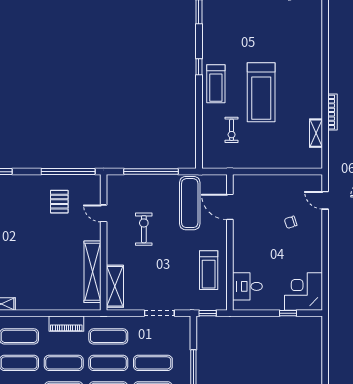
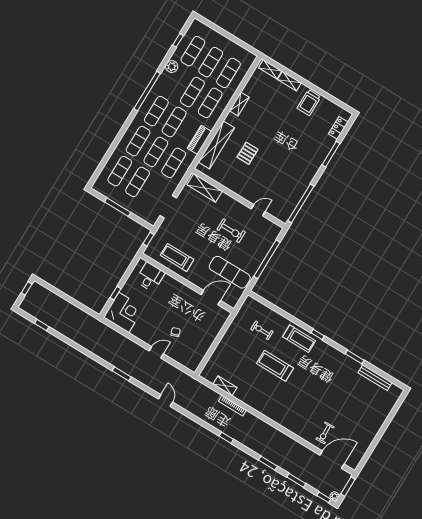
treadmill: (216, 84) -> (299, 339), turned 180
treadmill: (261, 92) -> (275, 366), width x0.73, depth x0.73
door: (325, 200) -> (156, 352), moved
pallet: (59, 202) -> (248, 153), moved, turned 90
shelving: (92, 272) -> (216, 145), moved, turned 90

